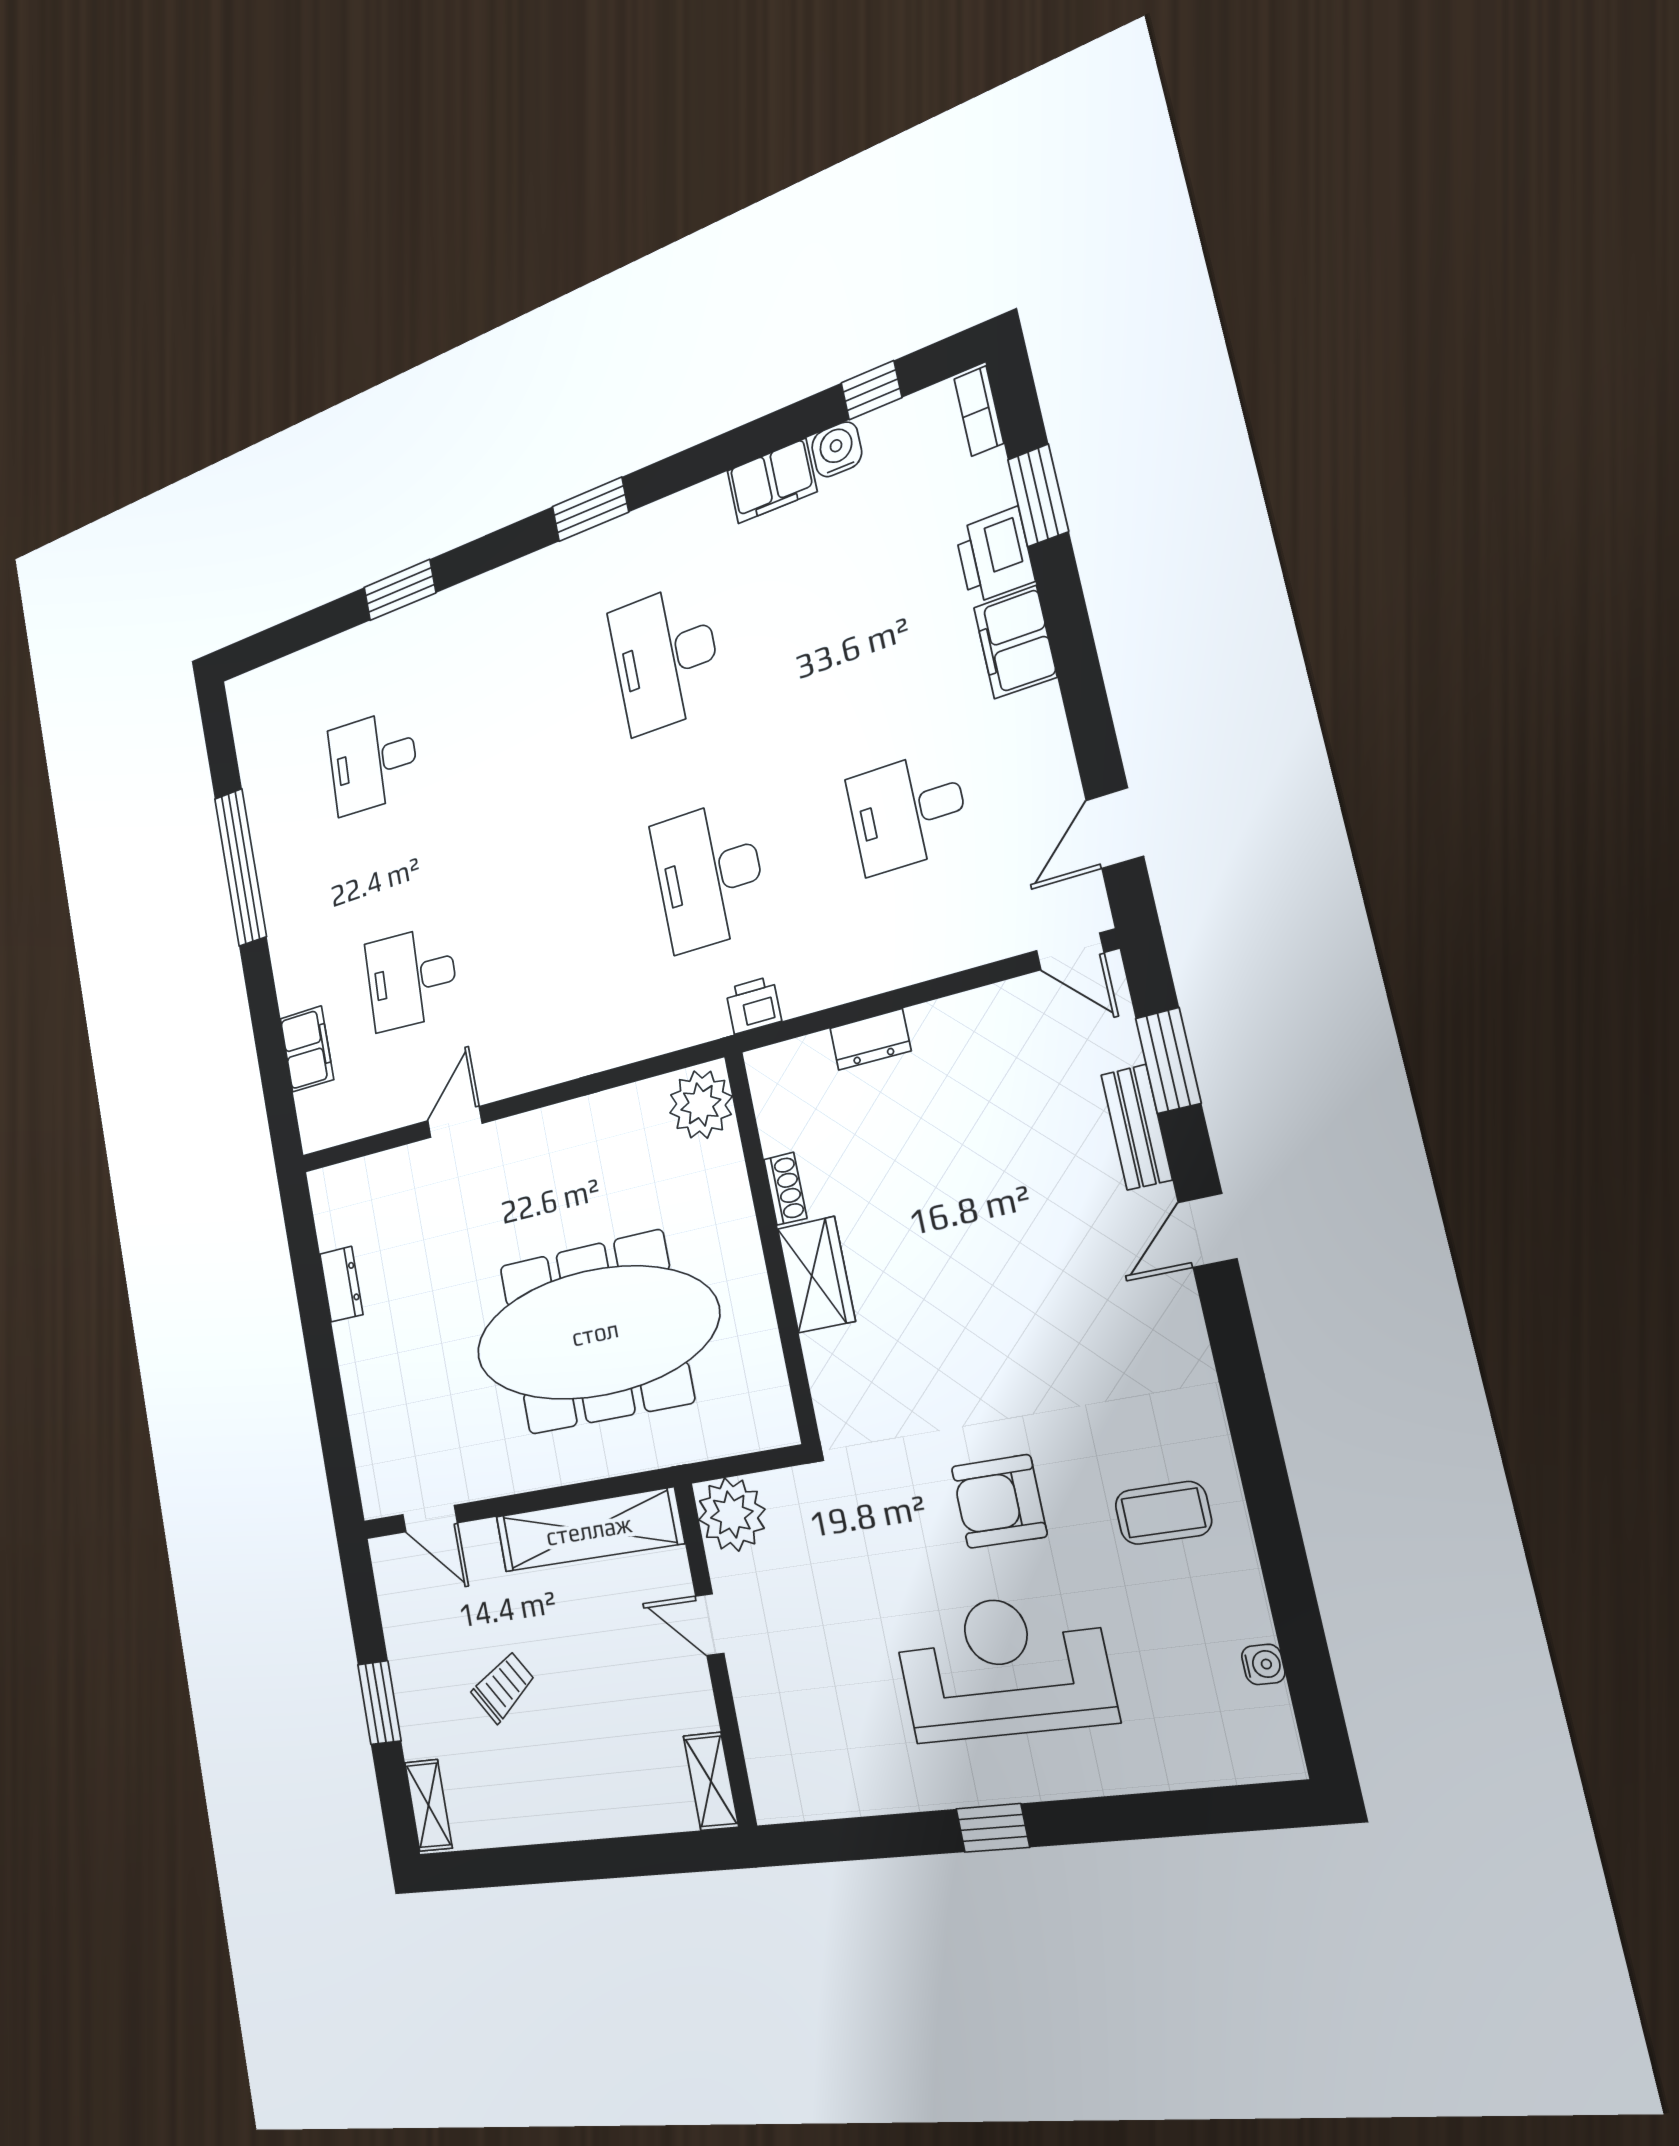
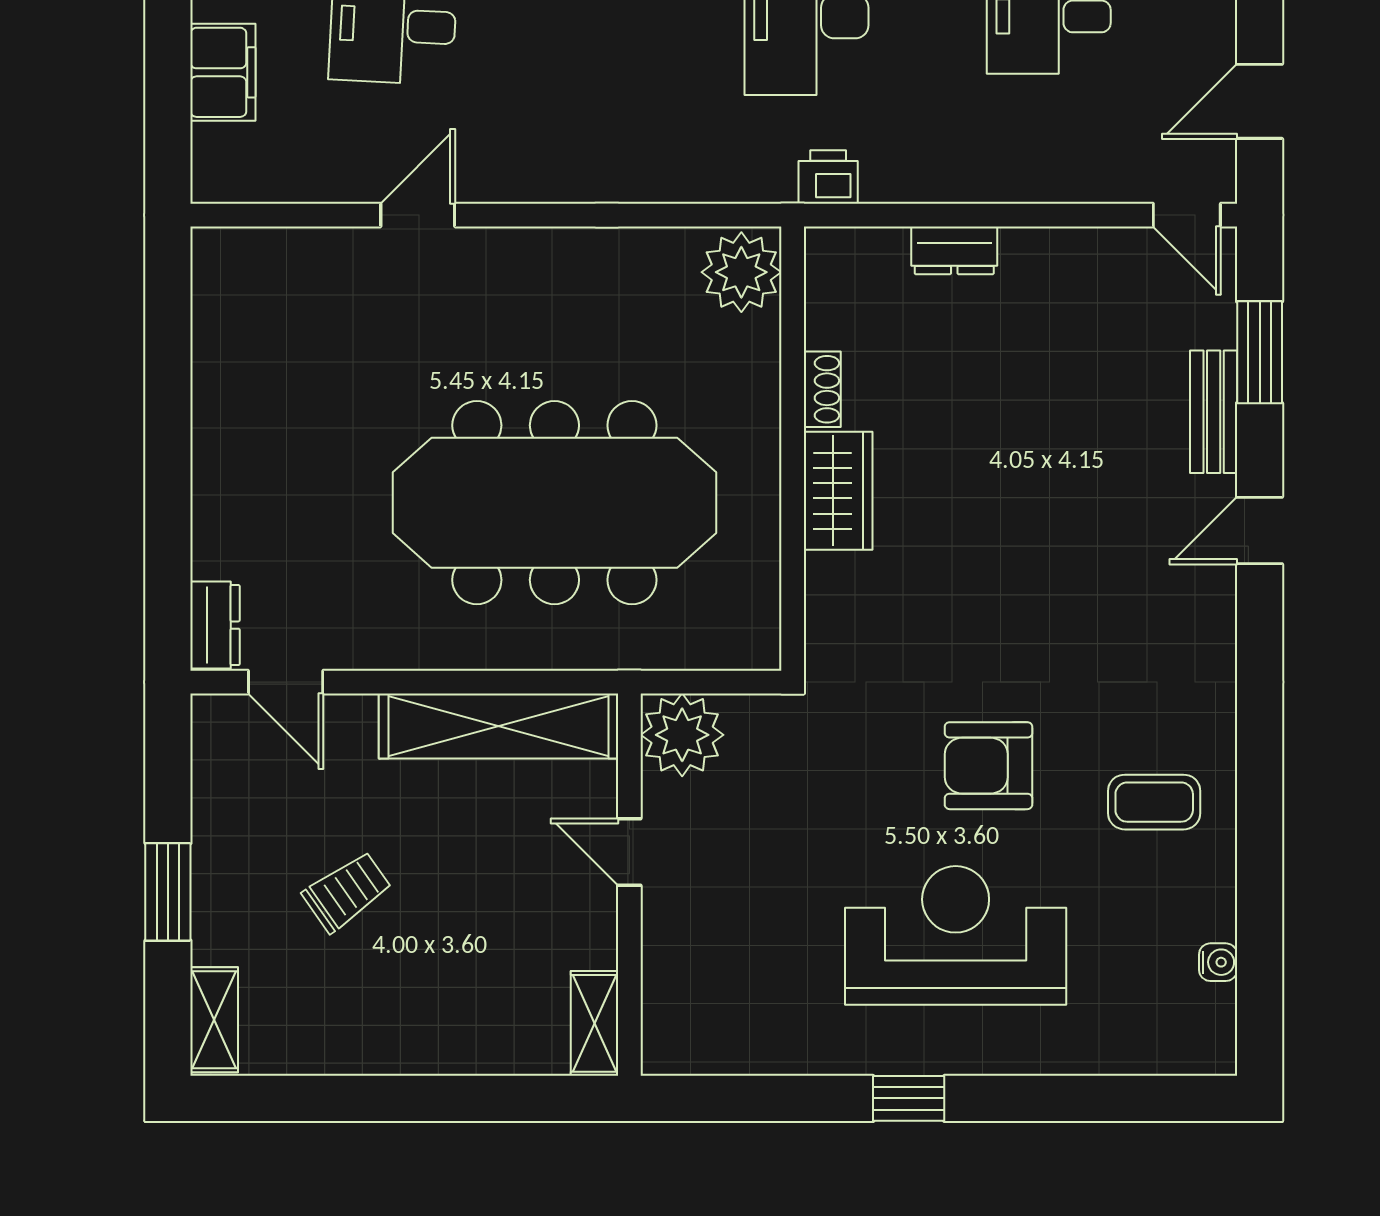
dresser: (341, 1284) -> (215, 625), moved

